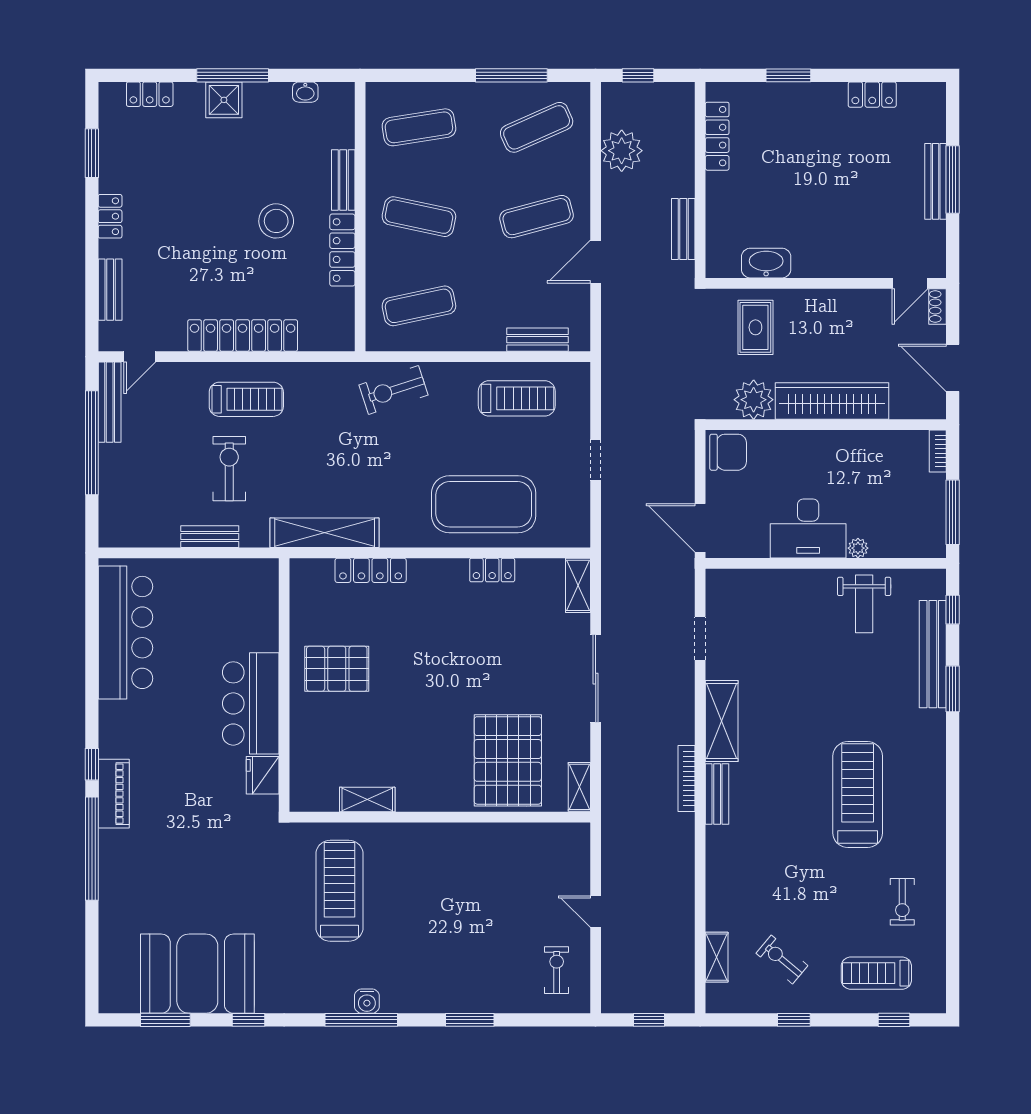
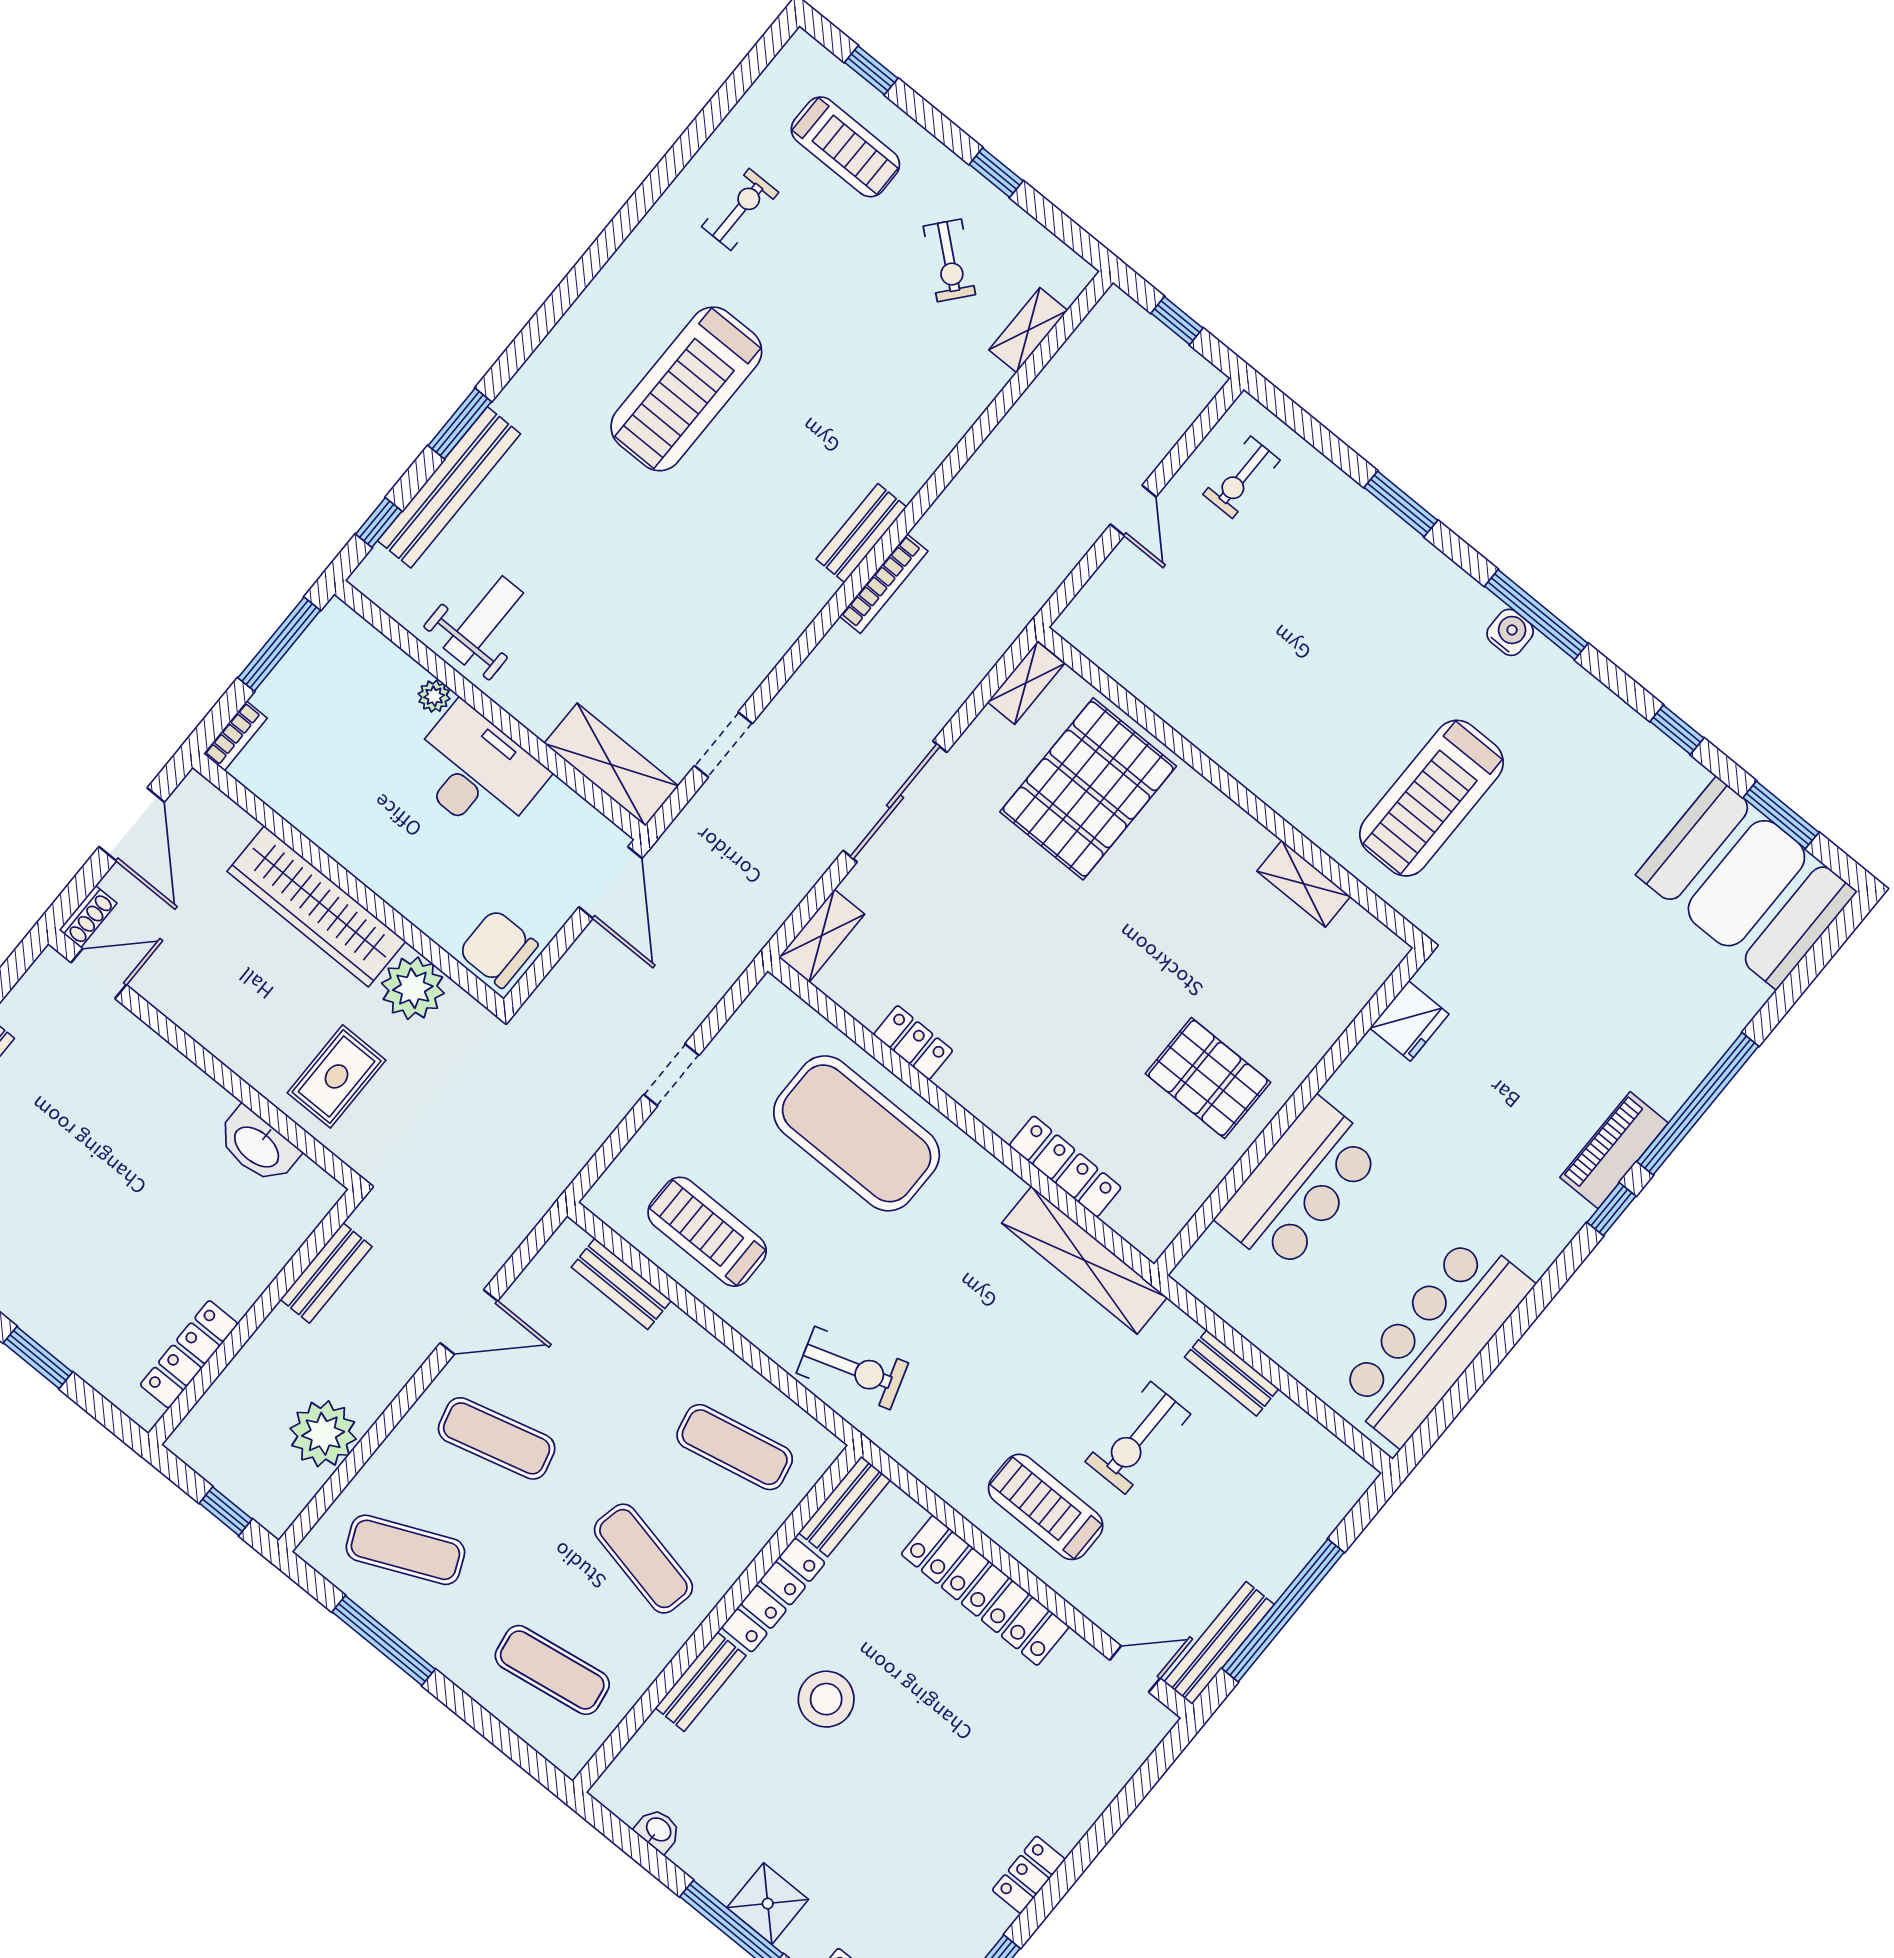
bench: (110, 290) -> (844, 1506), moved
bar counter: (251, 703) -> (1300, 1185), moved
shelving: (722, 721) -> (611, 765), moved, turned 90
booth: (197, 974) -> (1746, 883), moved

